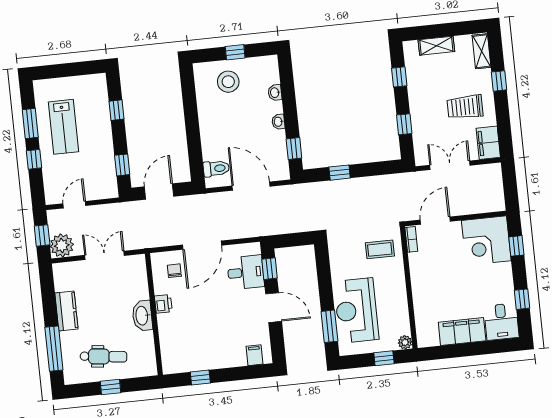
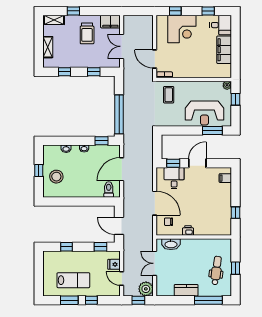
window: (340, 173) -> (119, 114), width x3.17
fridge: (96, 190) -> (114, 264), added
corner desk: (486, 241) -> (182, 29), moved
washbasin: (142, 316) -> (171, 244), moved

